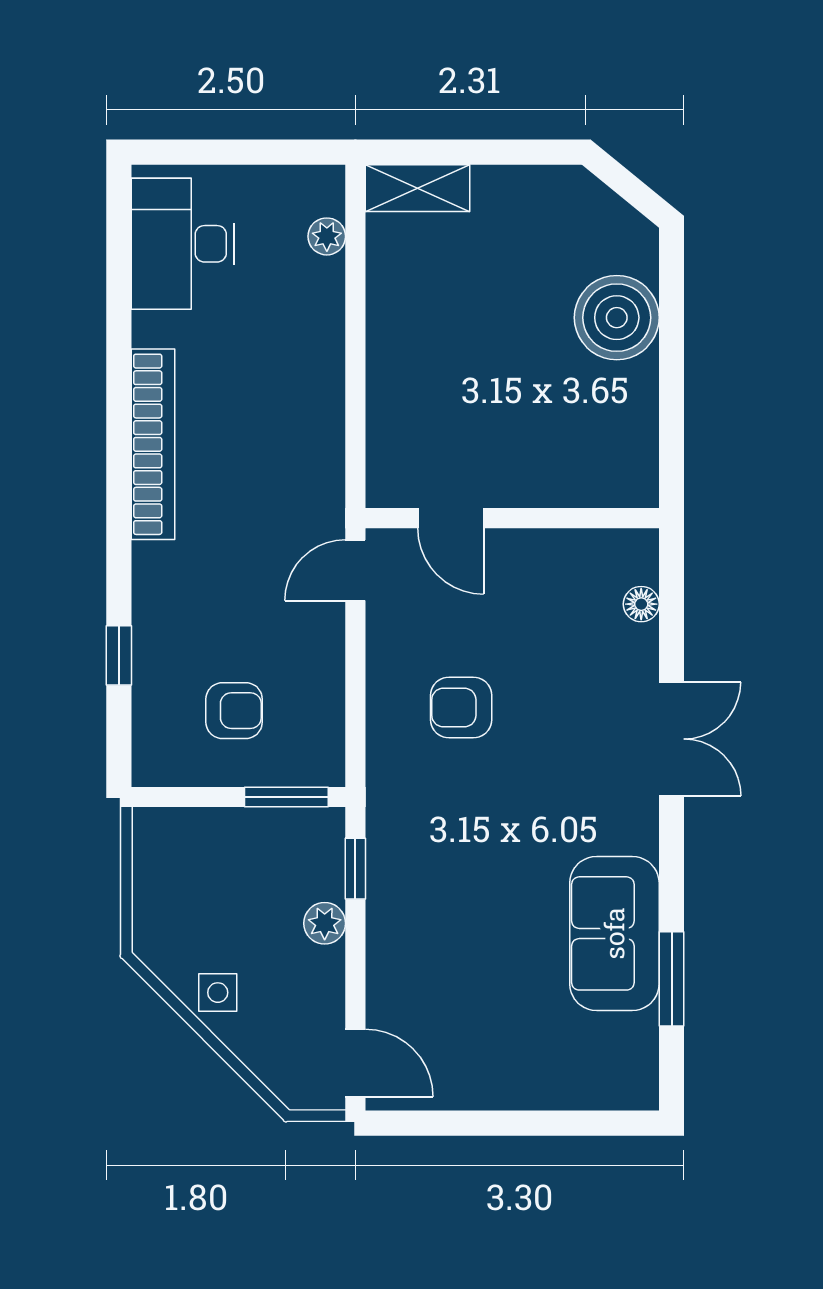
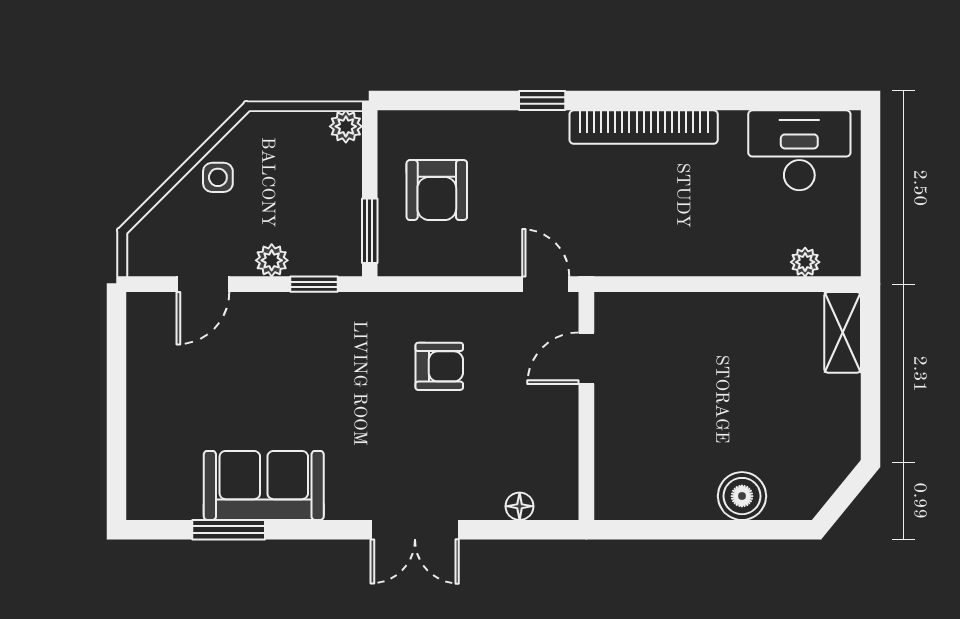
boiler: (617, 318) -> (742, 496), width x0.73, depth x0.73
window: (119, 655) -> (542, 101), moved
armchair: (461, 708) -> (439, 366), turned 90
armchair: (234, 711) -> (437, 190), width x1.38, depth x1.38
plant: (152, 828) -> (346, 126), added
door: (355, 1063) -> (203, 284), moved

